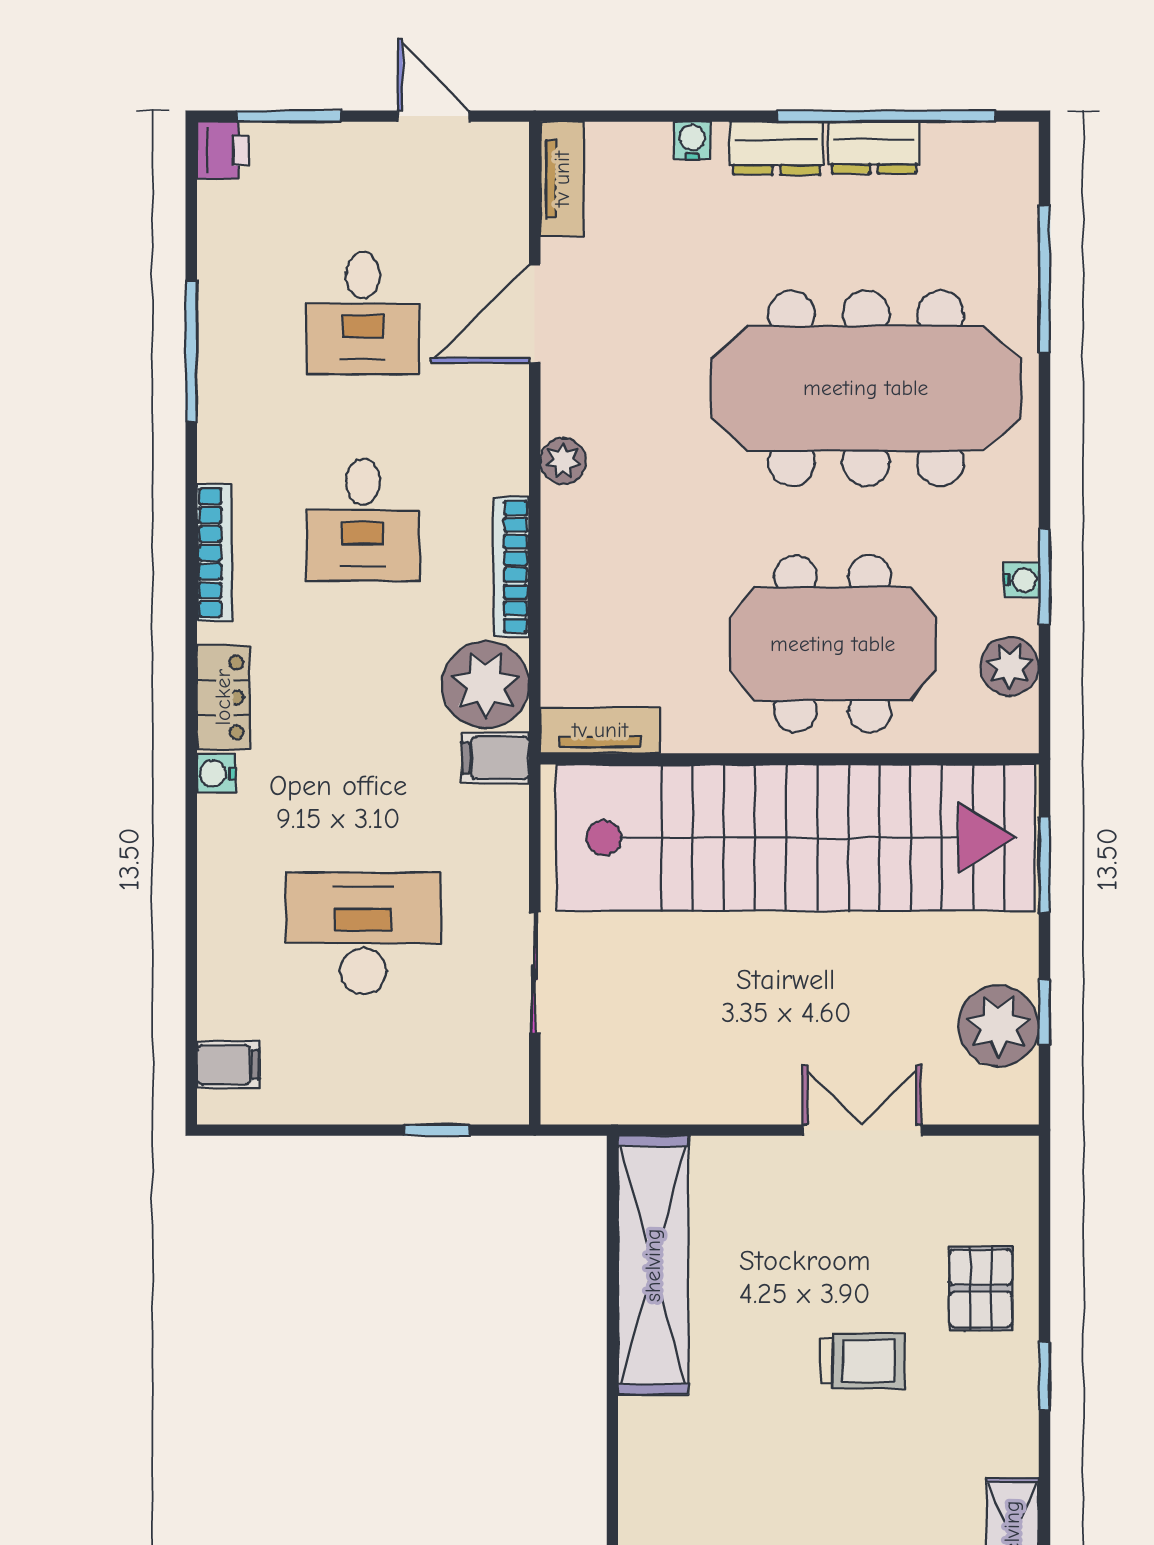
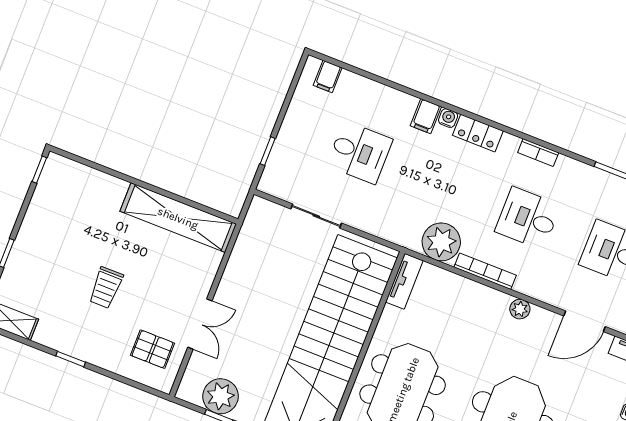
door: (535, 313) -> (585, 321), swing flipped
bookcase: (214, 553) -> (538, 153), width x0.64
filing cabinet: (495, 758) -> (426, 116), moved, turned 180
desk: (363, 933) -> (360, 152), width x0.73
pallet: (981, 1288) -> (152, 349), moved

